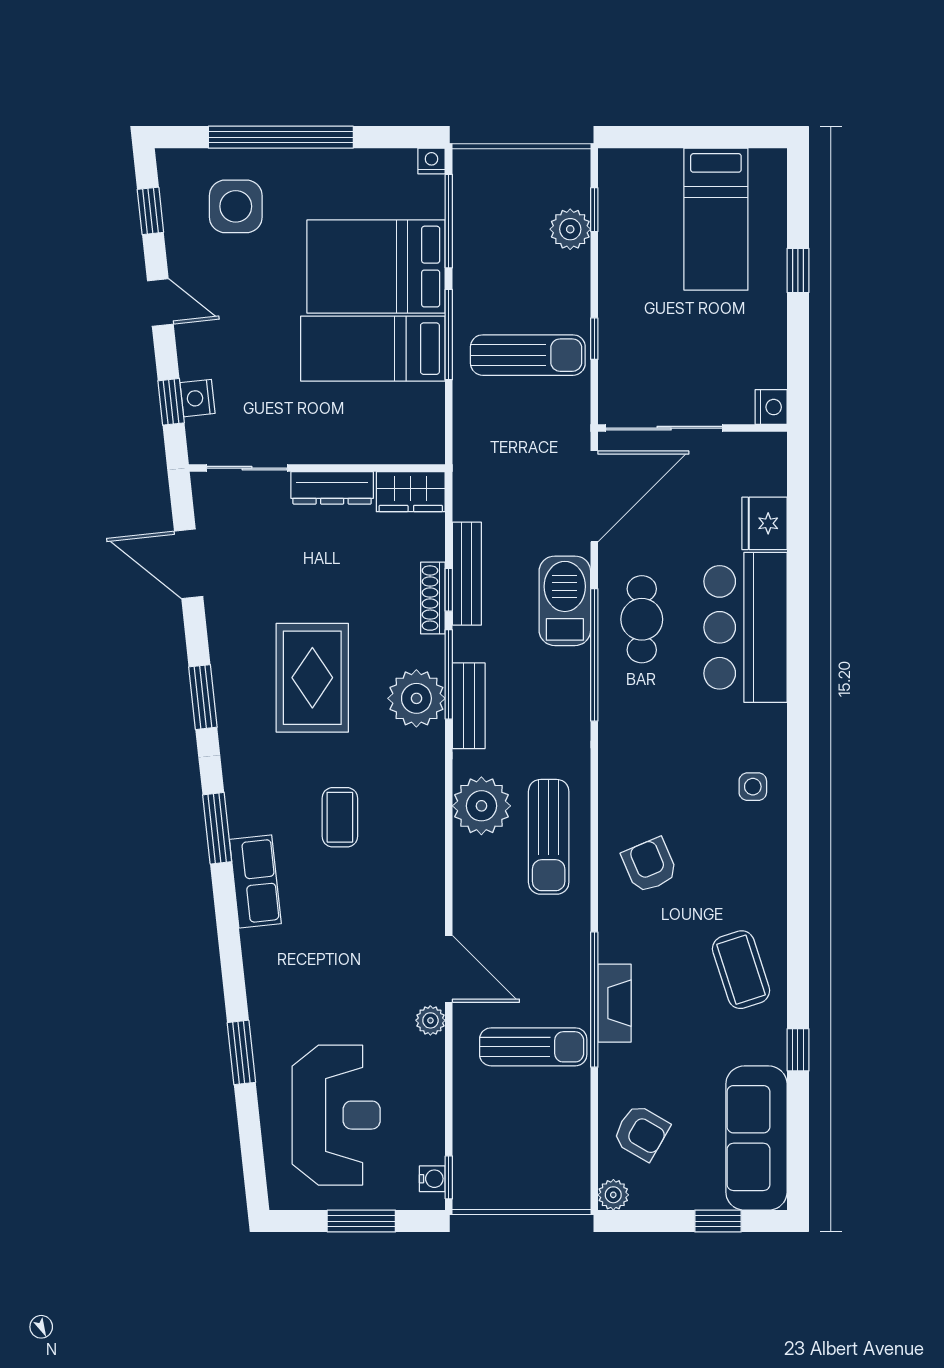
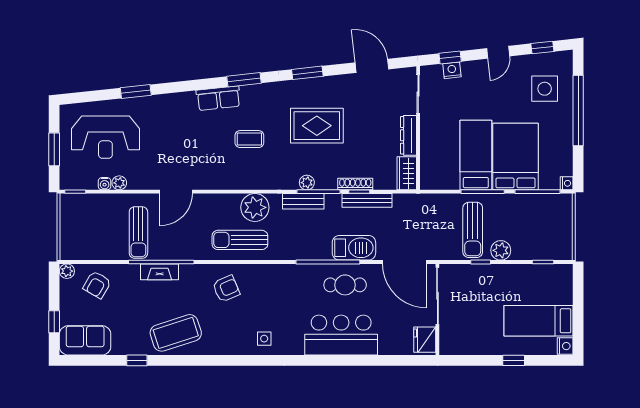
plant: (570, 229) -> (501, 250), moved
nightstand: (771, 407) -> (565, 346), moved, turned -90
fridge: (765, 523) -> (425, 340), moved, turned -90
door: (189, 564) -> (372, 66), hinge flipped
plant: (416, 698) -> (307, 183), width x0.53, depth x0.53
coffee table: (741, 970) -> (176, 333), width x1.36, depth x1.32
plant: (430, 1020) -> (119, 183), moved
sofa: (756, 1138) -> (85, 340), width x0.73
water cooler: (432, 1179) -> (105, 184), moved

